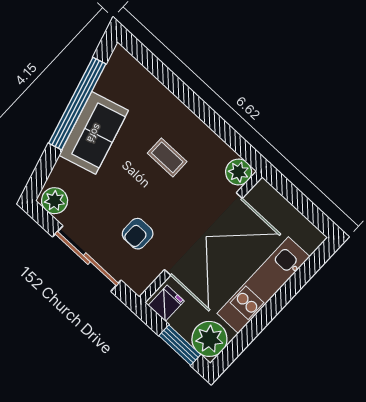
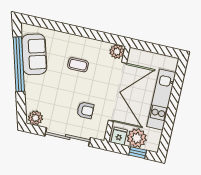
sofa: (94, 133) -> (34, 54), moved
armchair: (138, 234) -> (85, 110), turned -90
plant: (209, 339) -> (137, 138), moved
window: (180, 345) -> (138, 153), width x0.67

